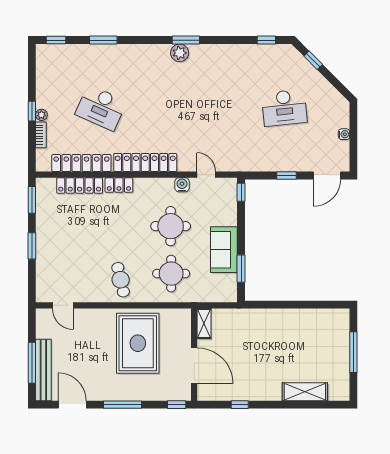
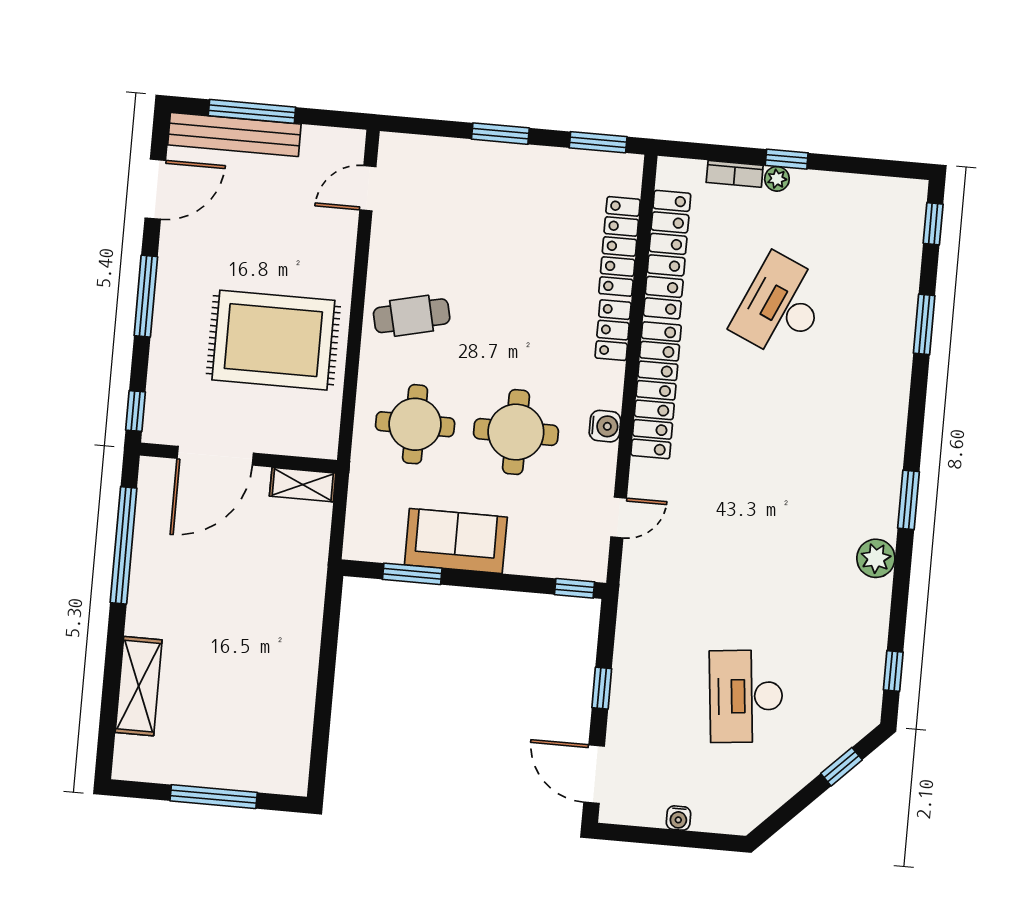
plant: (180, 53) -> (876, 558), moved
water cooler: (182, 185) -> (605, 426), moved
window: (240, 405) -> (124, 545), width x3.17

